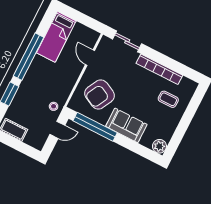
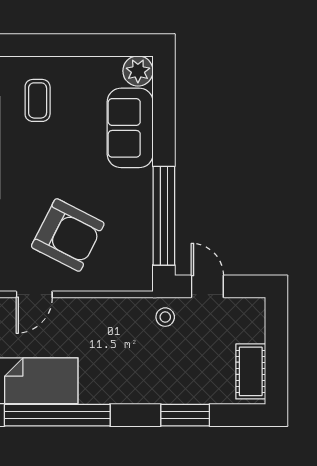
window: (29, 57) -> (57, 415), moved
armchair: (100, 94) -> (68, 235), moved
sofa: (126, 125) -> (130, 128), moved

